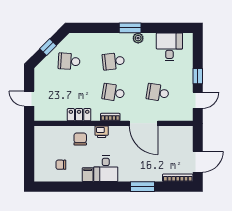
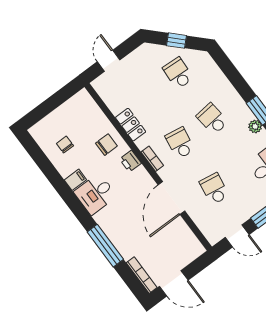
window: (142, 187) -> (105, 246), width x1.44

